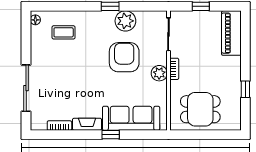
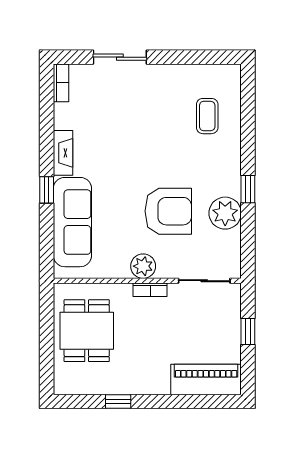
floor lamp: (35, 20) -> (227, 72), removed
sliding door: (26, 88) -> (120, 57), width x0.73
bookcase: (59, 126) -> (61, 83), moved

